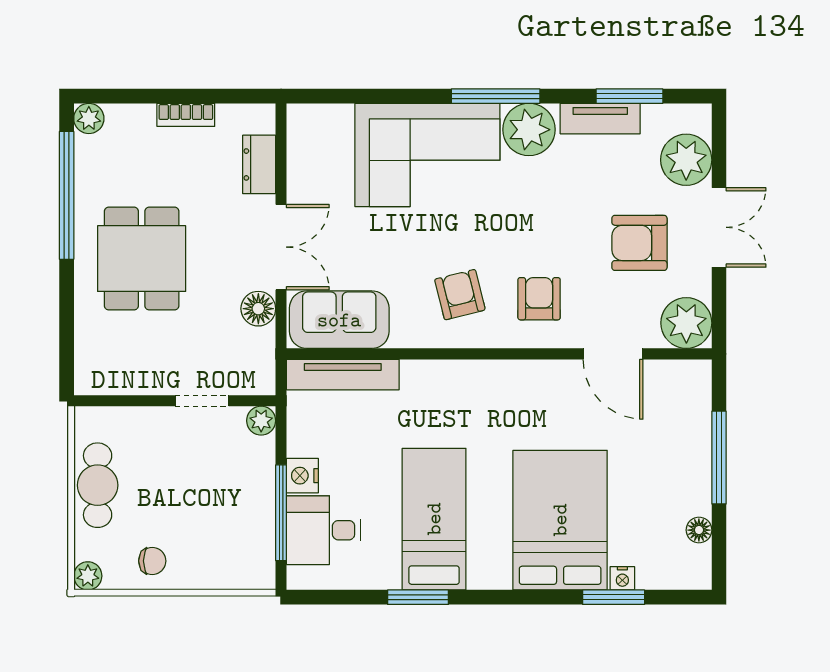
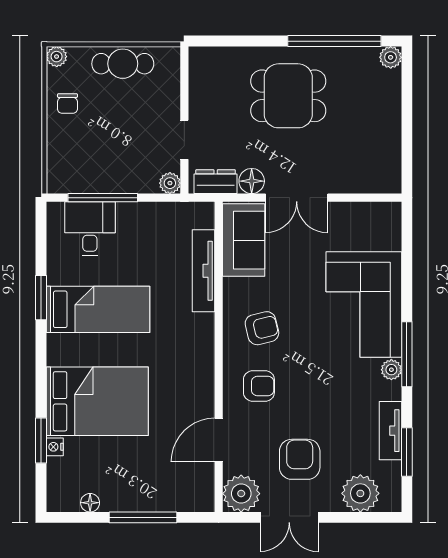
bookcase: (186, 115) -> (393, 128), removed
plant: (529, 130) -> (391, 370), width x0.53, depth x0.53
dresser: (259, 164) -> (216, 182), moved
double door: (719, 227) -> (289, 517), moved
tv unit: (343, 375) -> (204, 271), moved
nightstand: (302, 476) -> (130, 213), removed

